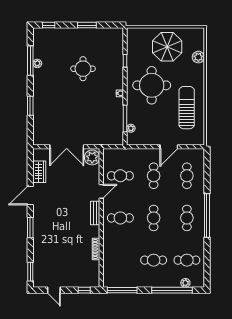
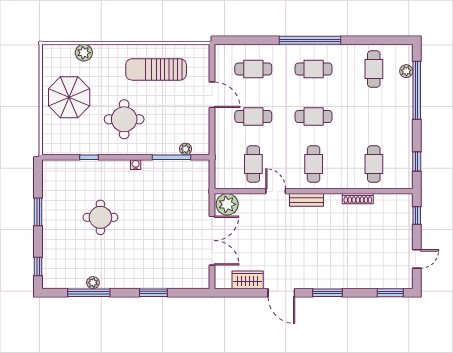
round table: (152, 85) -> (124, 119), width x0.73, depth x0.73
cafe table: (154, 260) -> (374, 164), moved
window: (122, 290) -> (417, 162), width x0.46

